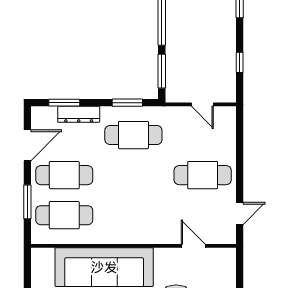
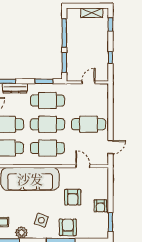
door: (202, 104) -> (88, 82), swing flipped
cafe table: (133, 175) -> (48, 124), added
cafe table: (133, 215) -> (48, 148), added

